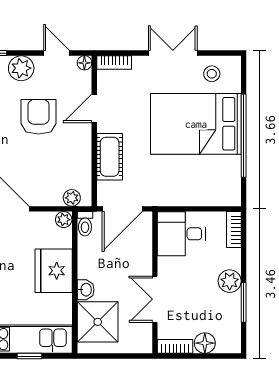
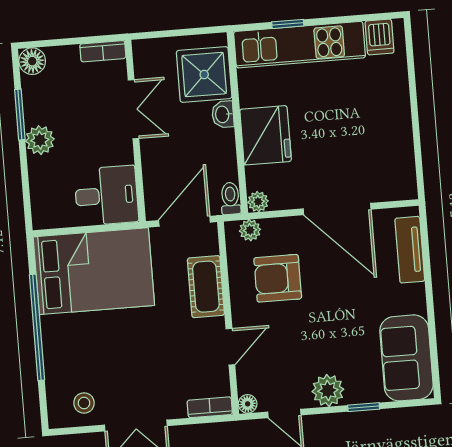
armchair: (39, 117) -> (278, 278), moved, turned 90
bed: (196, 124) -> (94, 271), moved
bookcase: (234, 230) -> (40, 206), removed
floor lamp: (205, 343) -> (32, 61), moved

